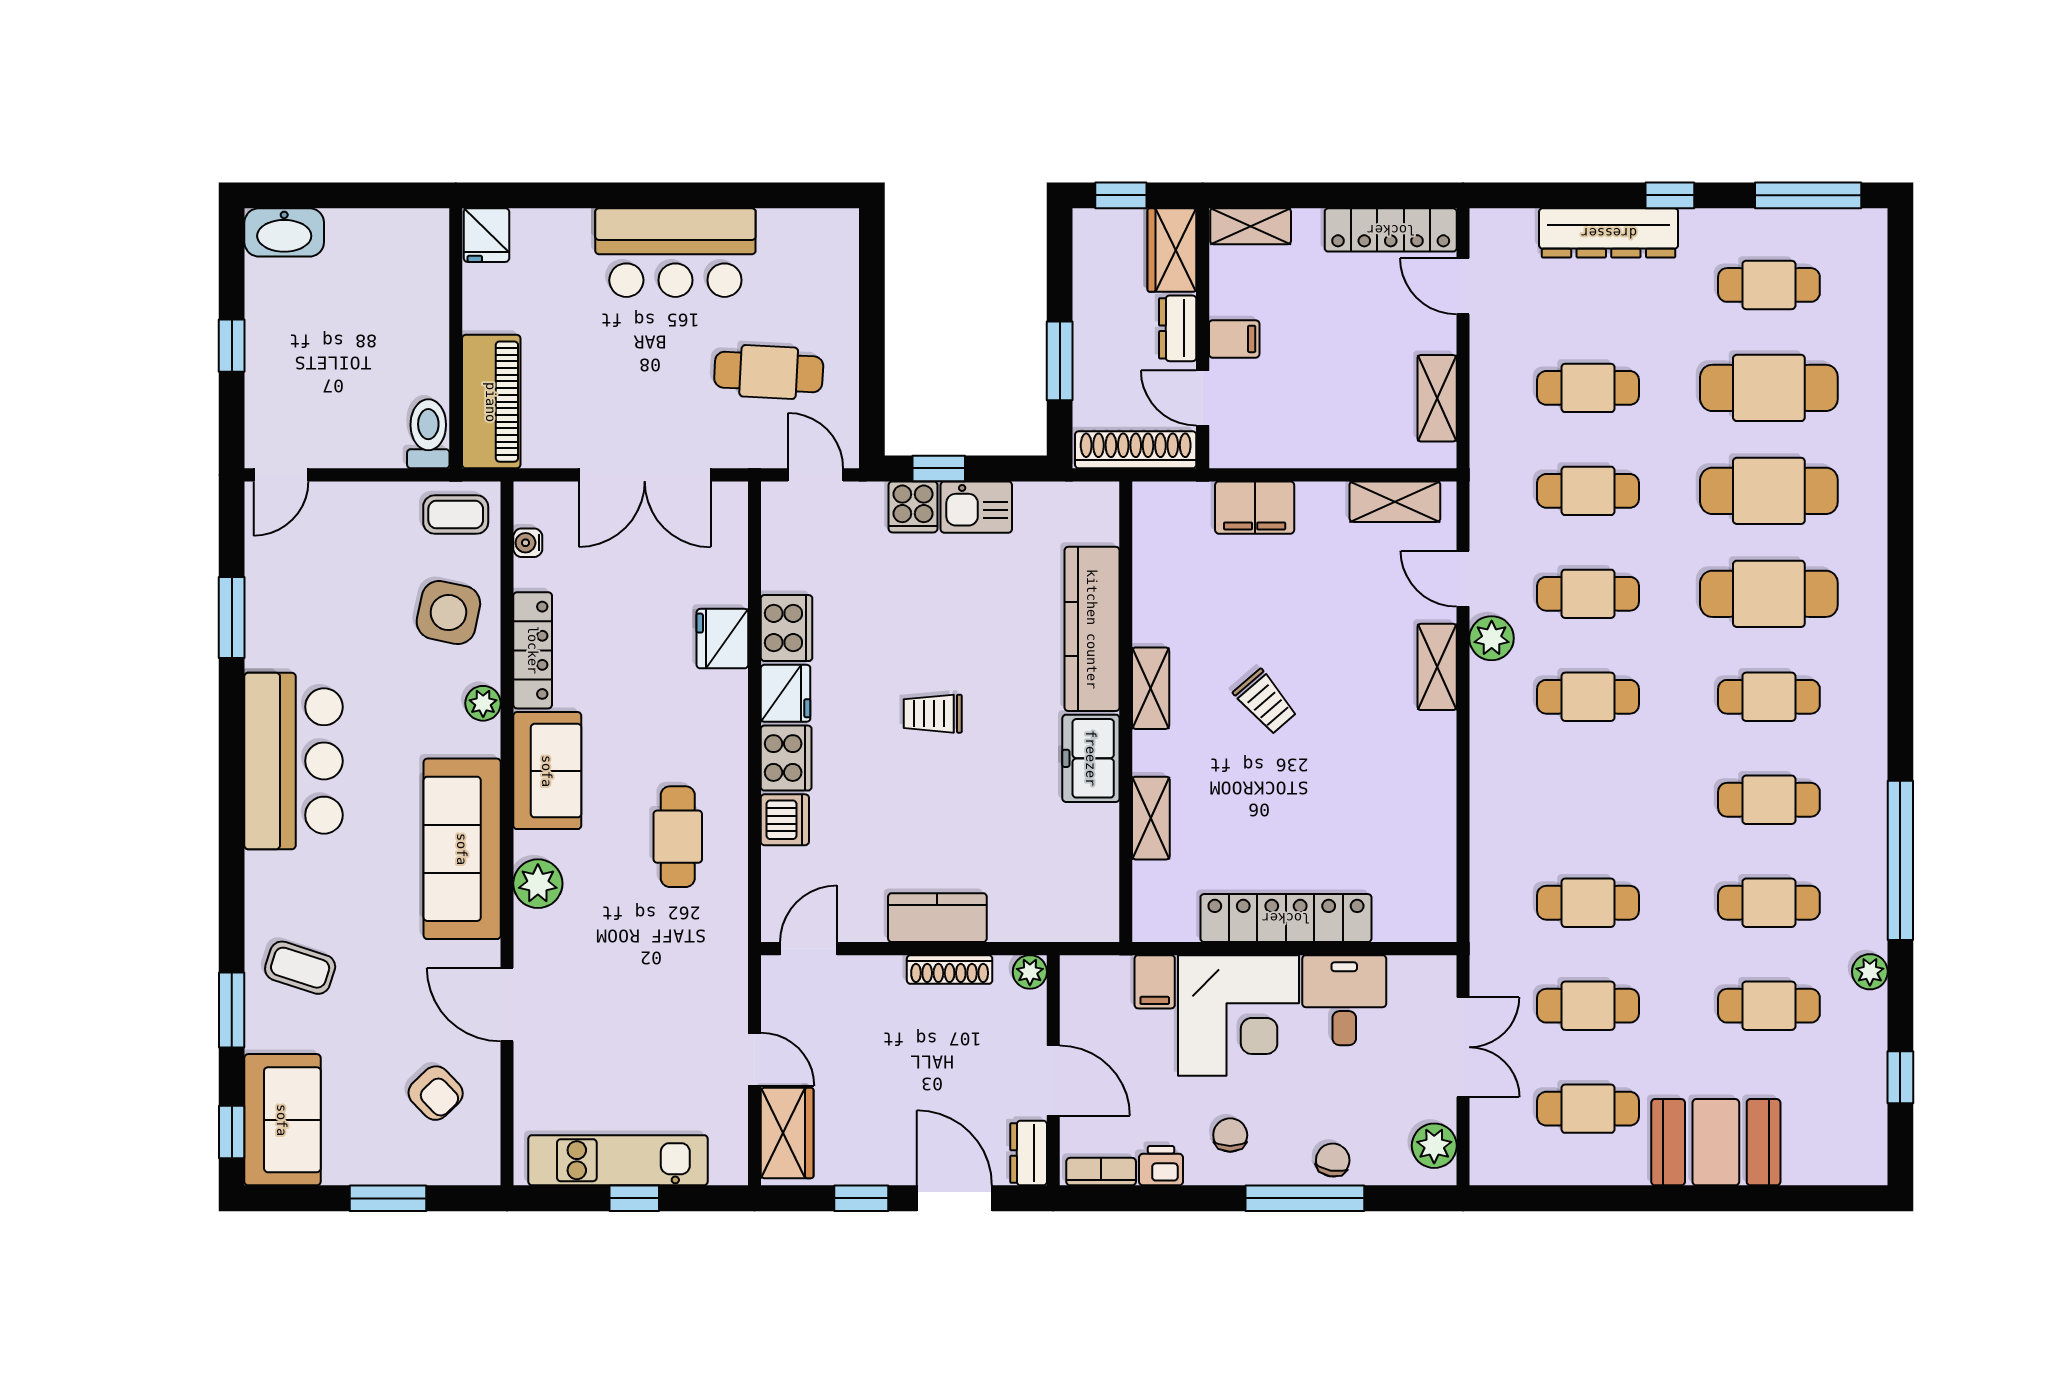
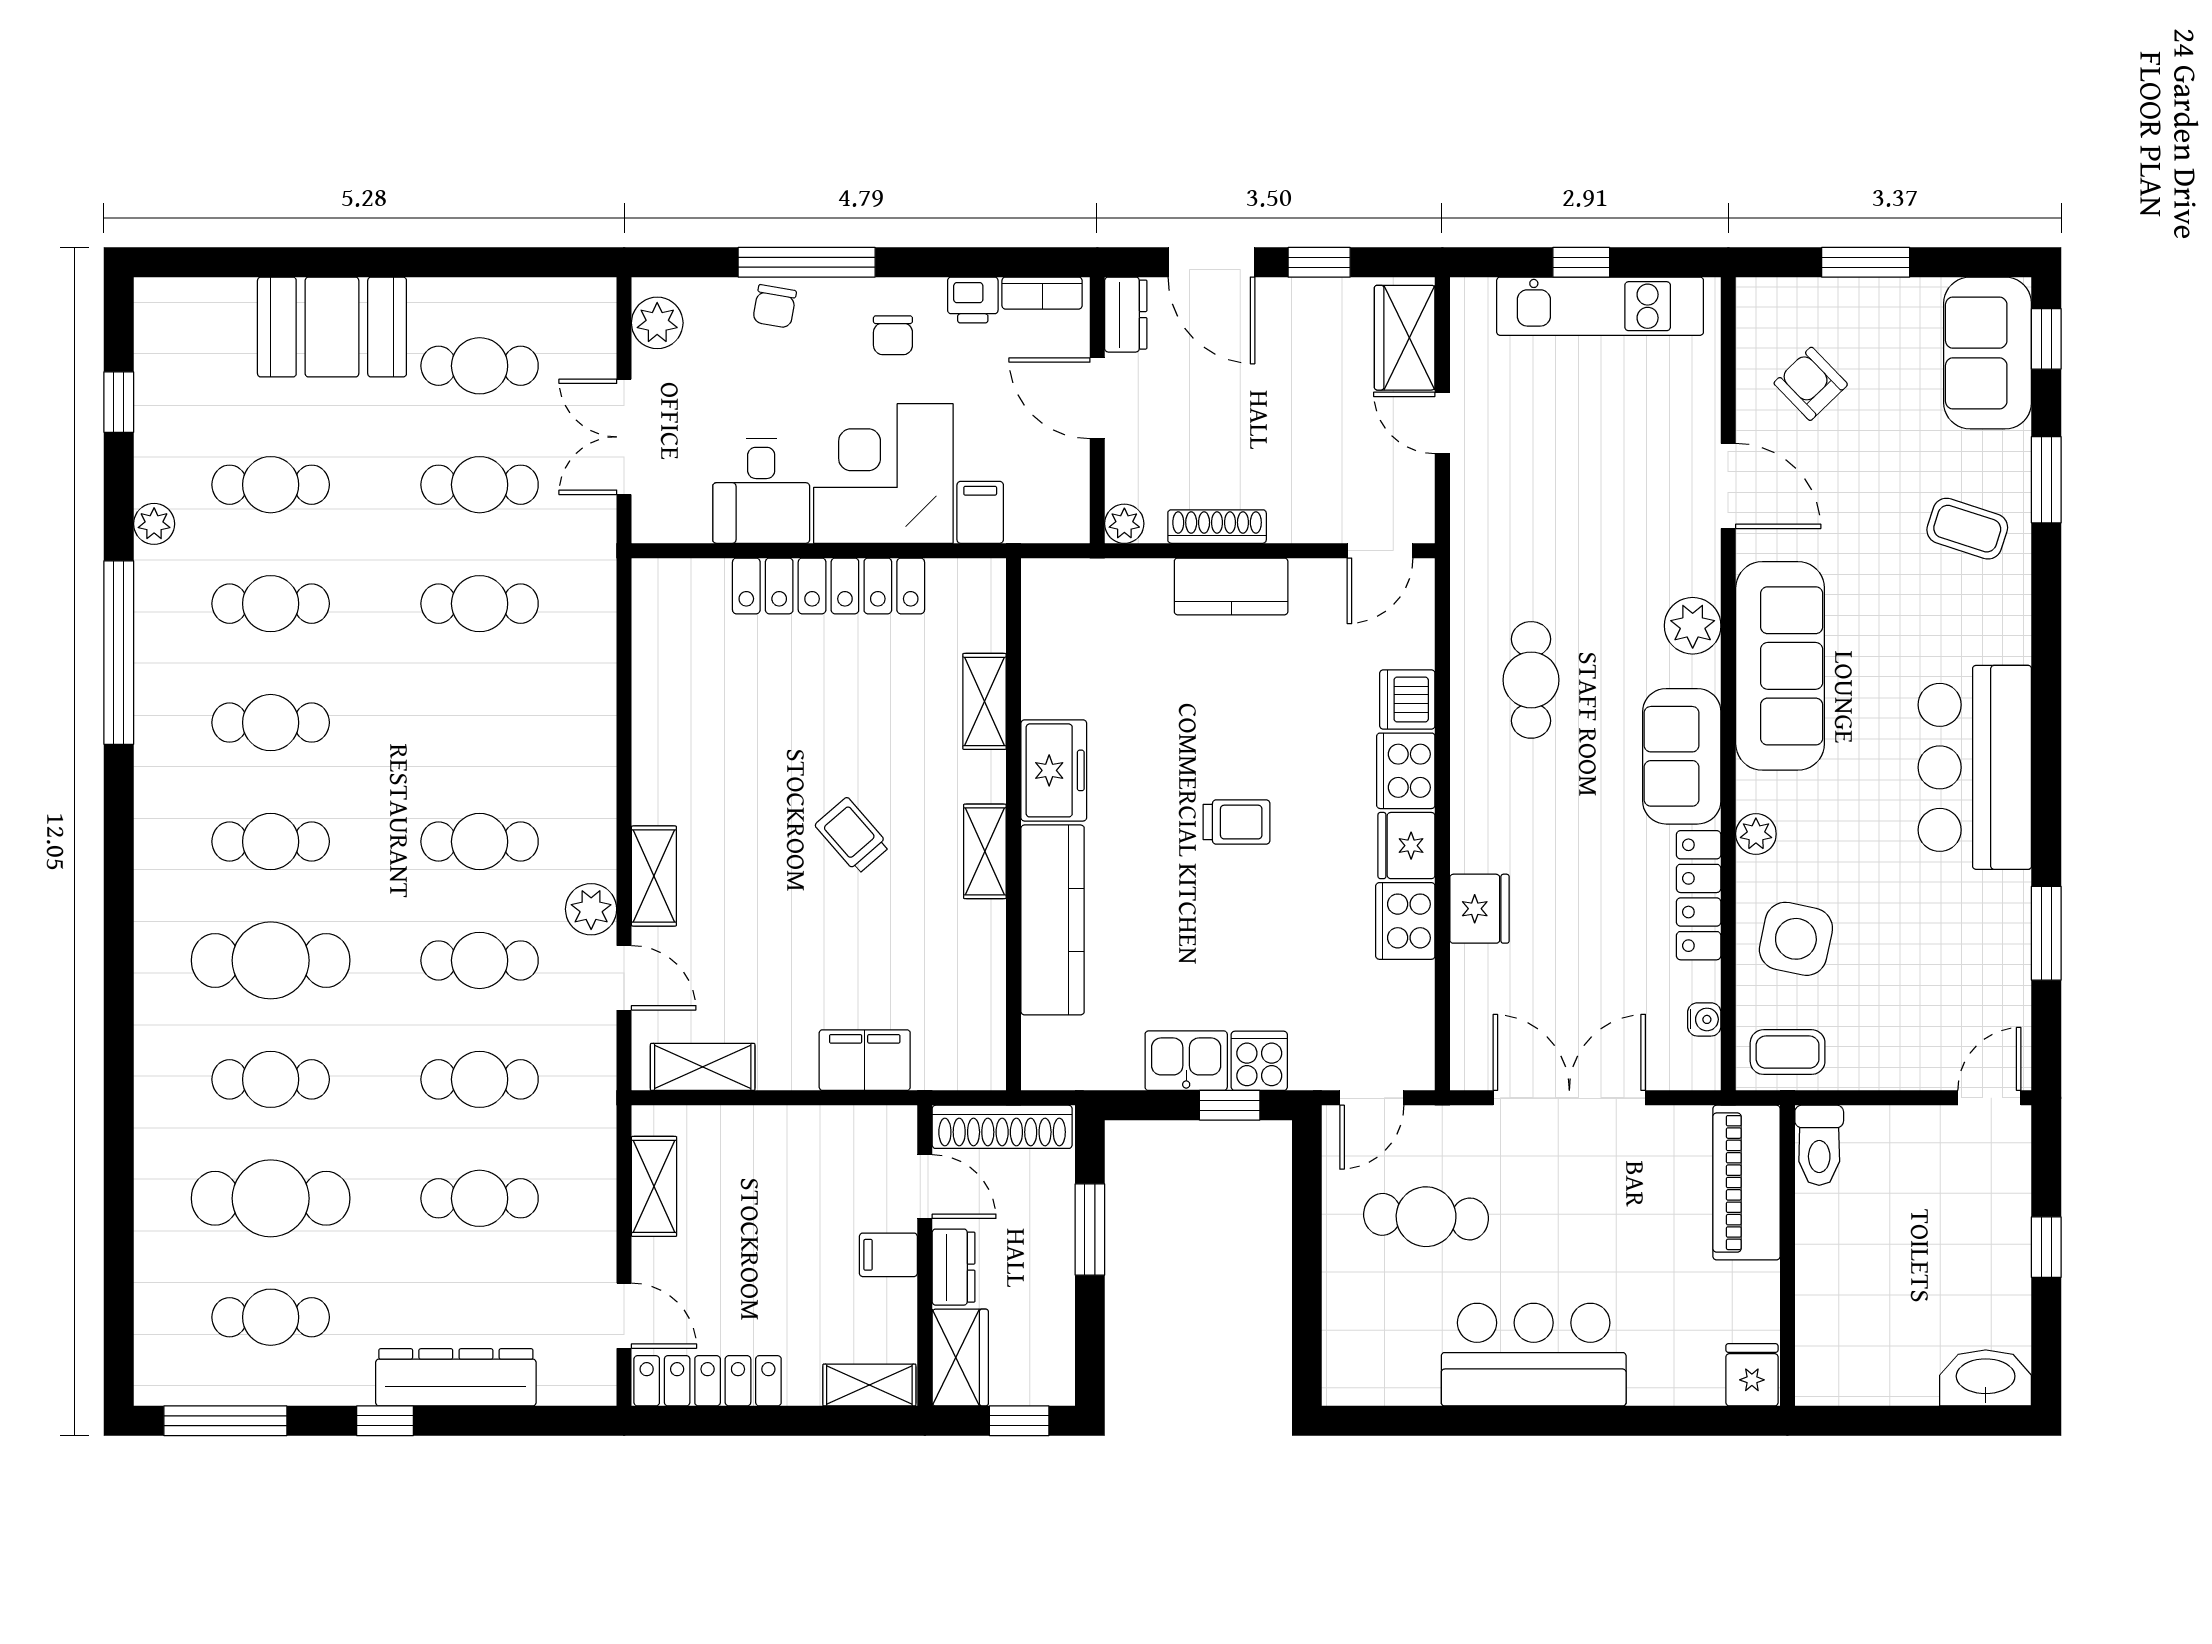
door: (816, 475) -> (1372, 1098), hinge flipped
cafe table: (1769, 491) -> (271, 1079), width x0.73, depth x0.74

